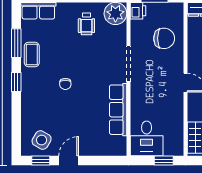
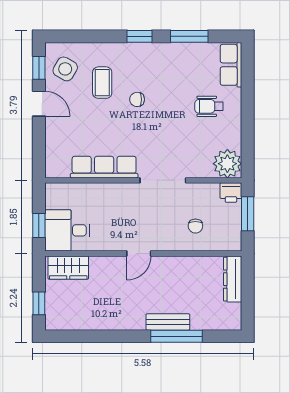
wheelchair: (86, 24) -> (209, 106), moved
chair: (164, 38) -> (195, 226), width x0.54, depth x0.54
coffee table: (32, 54) -> (102, 83), moved, turned 90
desk: (147, 138) -> (67, 230), moved

